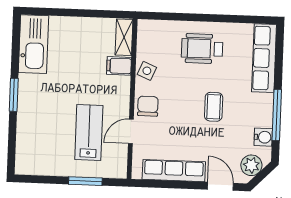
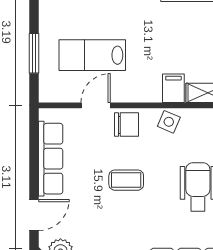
coffee table: (214, 107) -> (126, 180), moved
door: (131, 131) -> (96, 105), hinge flipped
lab bench: (89, 132) -> (92, 55), turned 180

